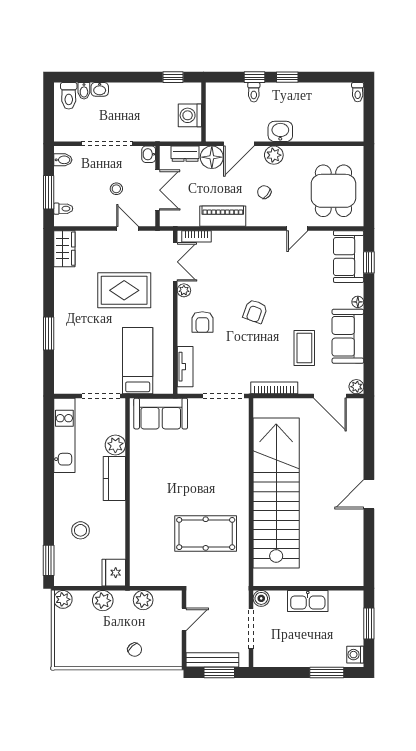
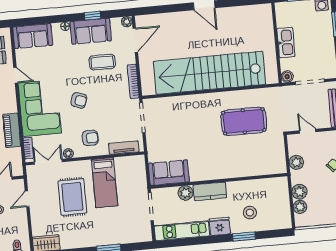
corner sofa: (250, 257) -> (40, 108), added
window: (369, 262) -> (93, 16), moved
bed: (138, 361) -> (105, 183), moved, turned -90
sofa: (161, 414) -> (169, 173), moved, turned -90
pool table: (206, 534) -> (244, 121), turned 90
window: (49, 560) -> (244, 237), moved
fridge: (114, 573) -> (220, 226), moved, turned 180
plant: (63, 599) -> (300, 207), moved

